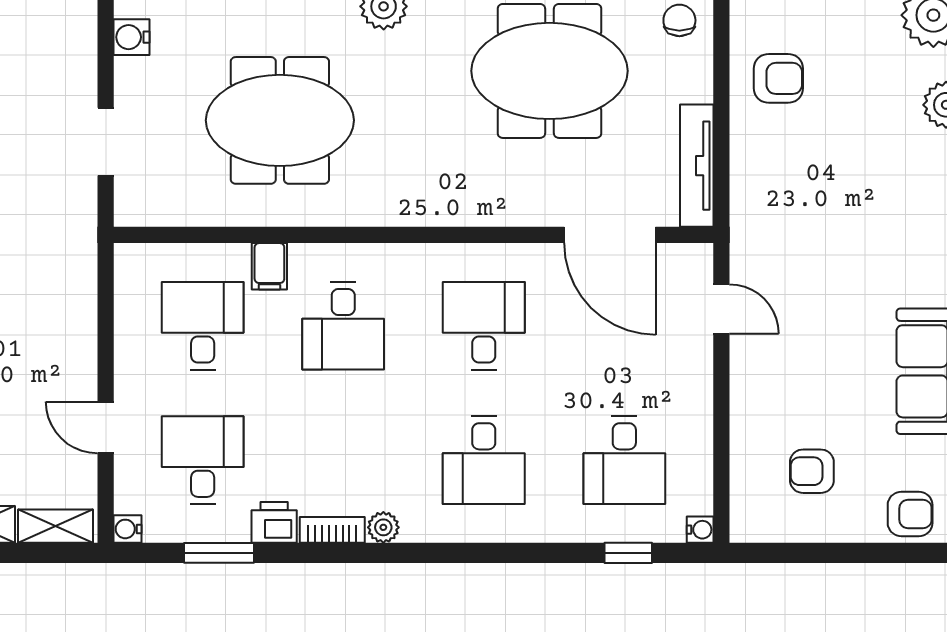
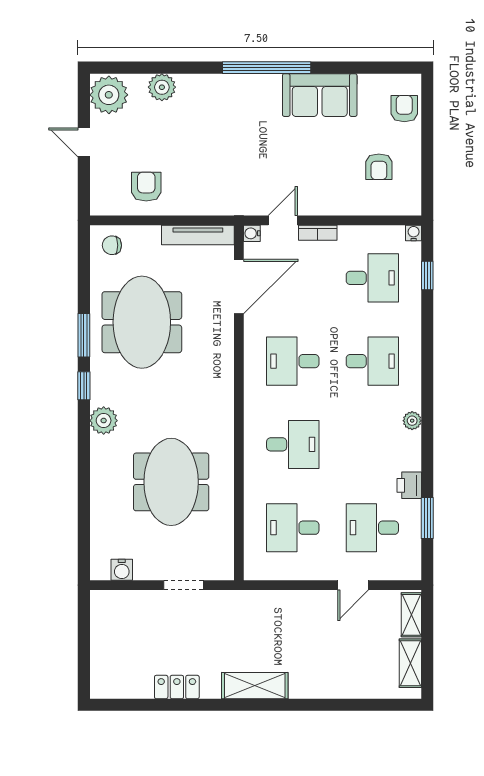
filing cabinet: (269, 266) -> (258, 488), removed
water cooler: (127, 529) -> (252, 233), moved, turned 90
bookcase: (332, 530) -> (318, 233), moved, turned -90

